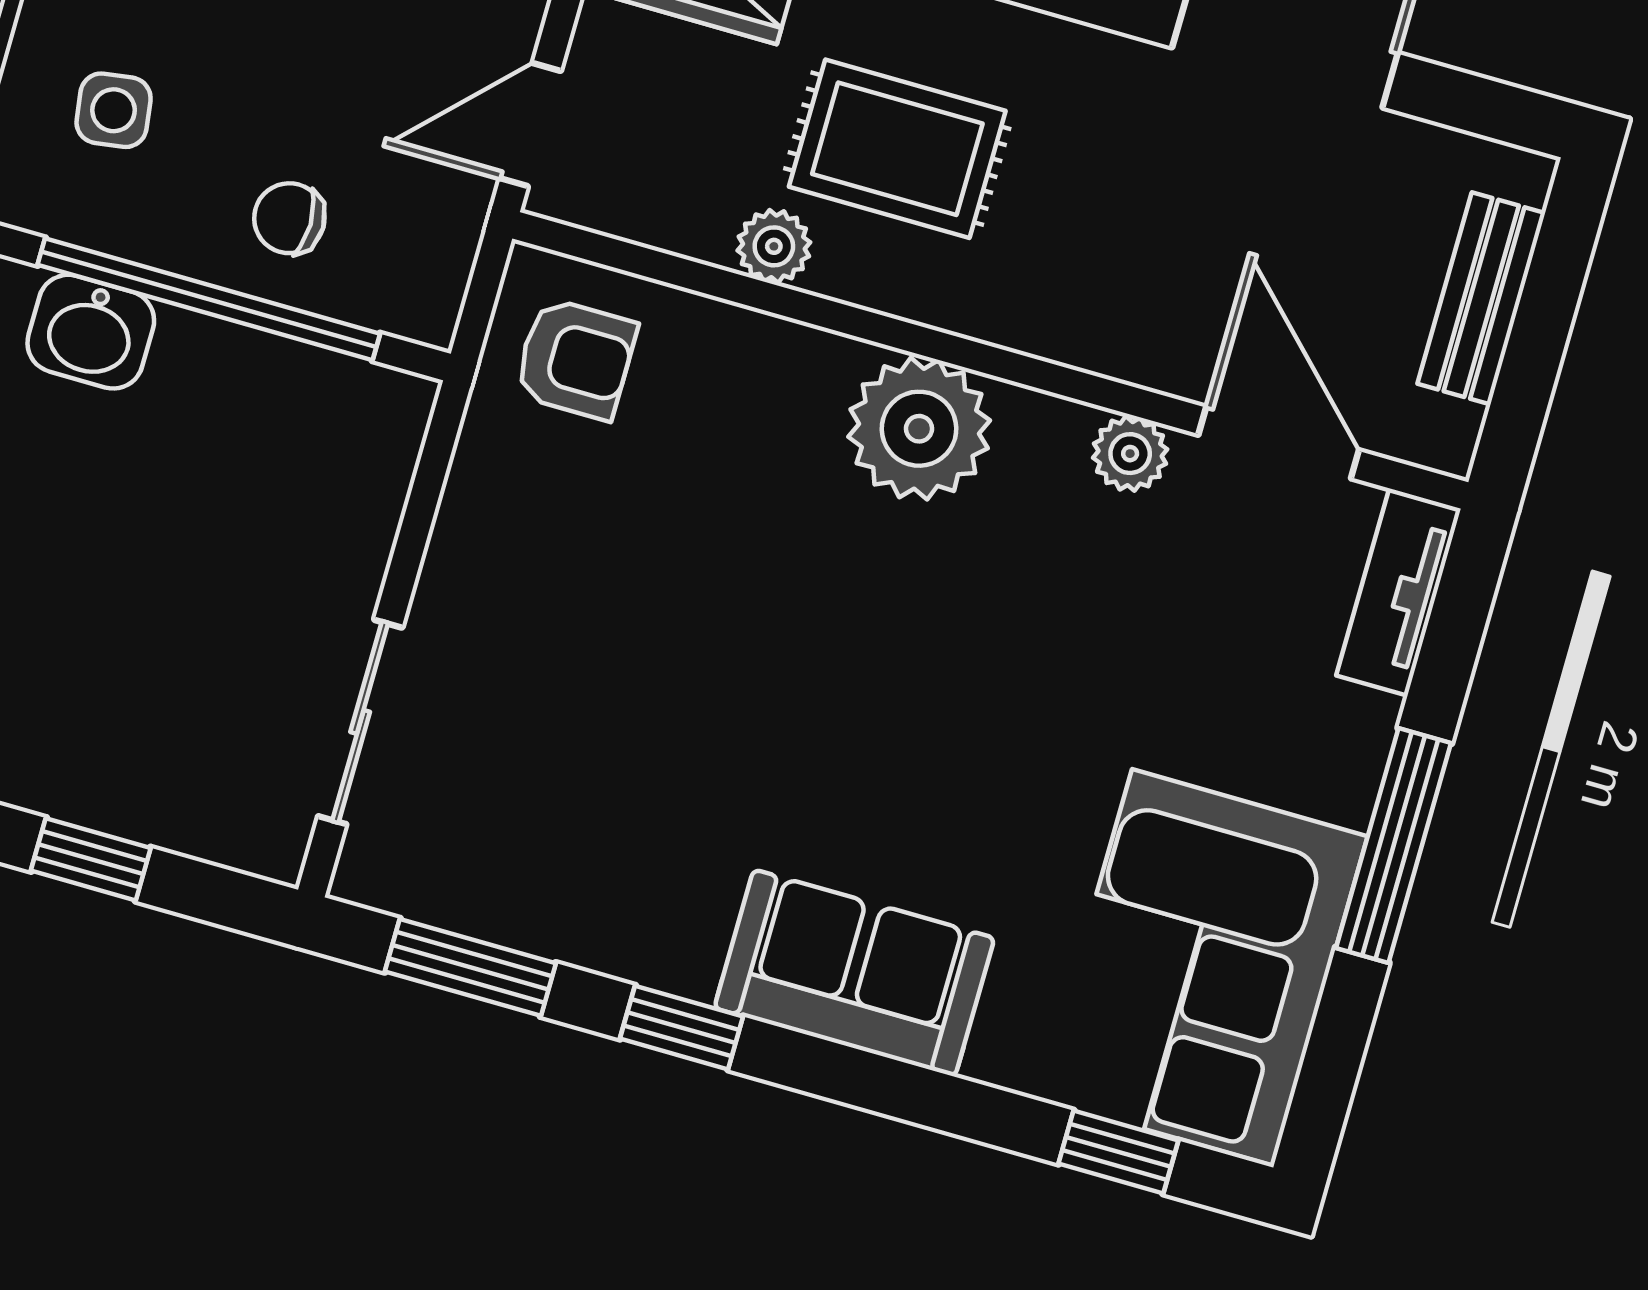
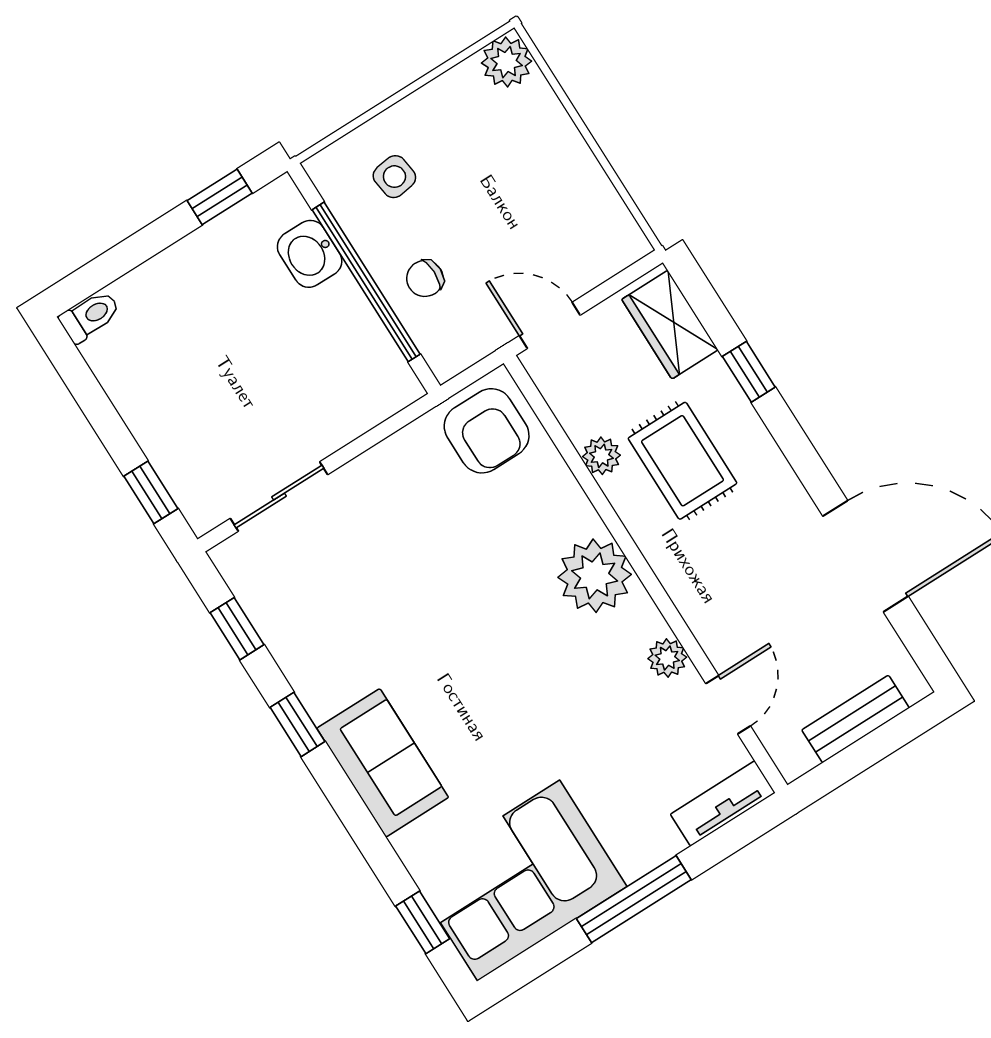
chair: (289, 218) -> (425, 278), turned -90
armchair: (575, 359) -> (487, 431), width x1.38, depth x1.38
door: (1279, 443) -> (728, 705), width x0.73
window: (91, 859) -> (151, 492), moved
window: (470, 967) -> (237, 629), width x0.67

